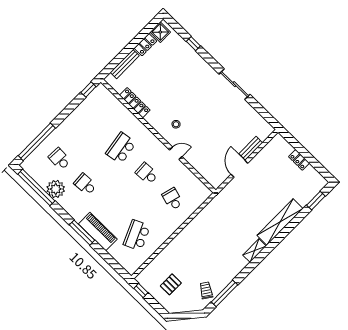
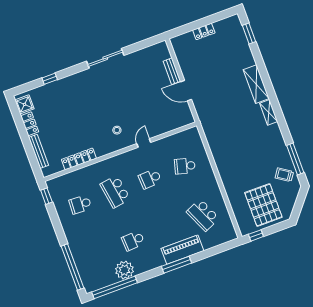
school desk: (60, 159) -> (80, 204), moved
shelving: (280, 222) -> (256, 84), width x0.68
pallet: (171, 284) -> (263, 205), width x2.05, depth x2.00

